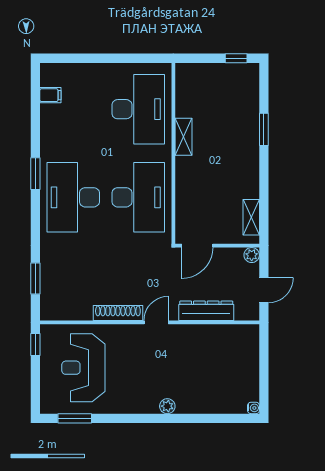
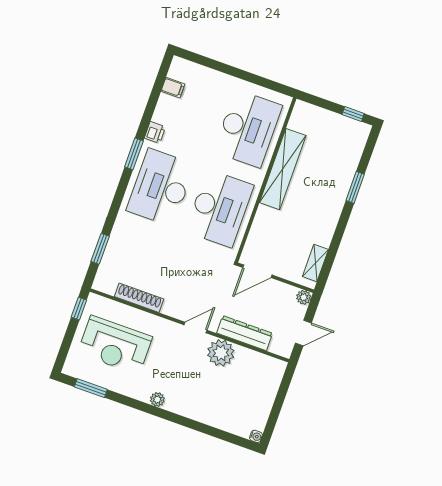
shelving: (184, 137) -> (283, 169), width x2.20, depth x1.33
printer: (48, 145) -> (155, 132), added
shoe rack: (118, 313) -> (139, 298), moved
plant: (190, 338) -> (221, 353), added
reception desk: (83, 368) -> (115, 345), turned -90
plant: (167, 406) -> (157, 399), moved

